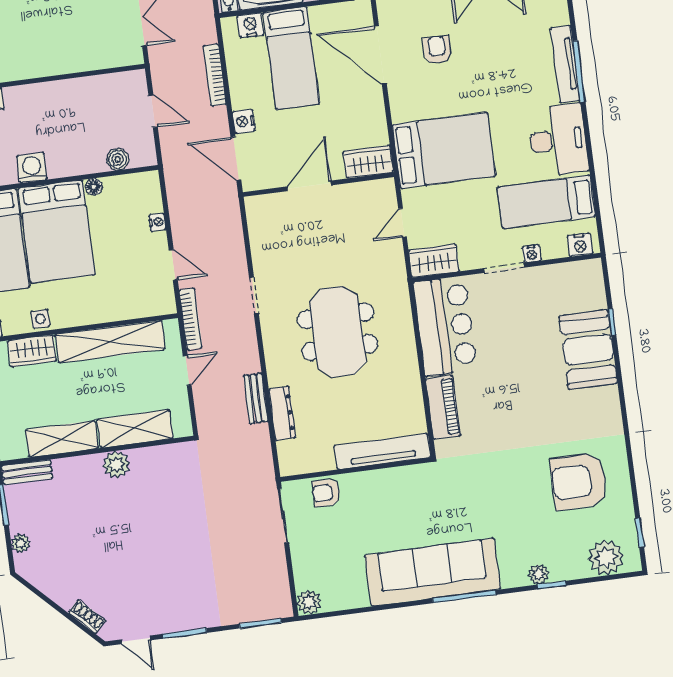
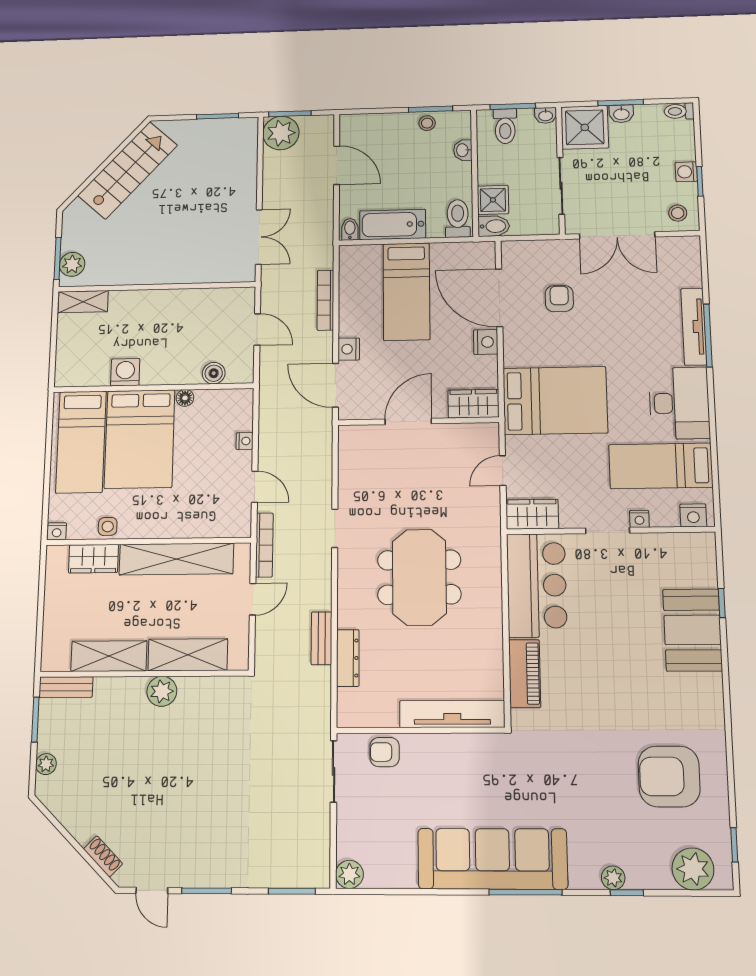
nightstand: (250, 25) -> (486, 342), moved, turned 90

